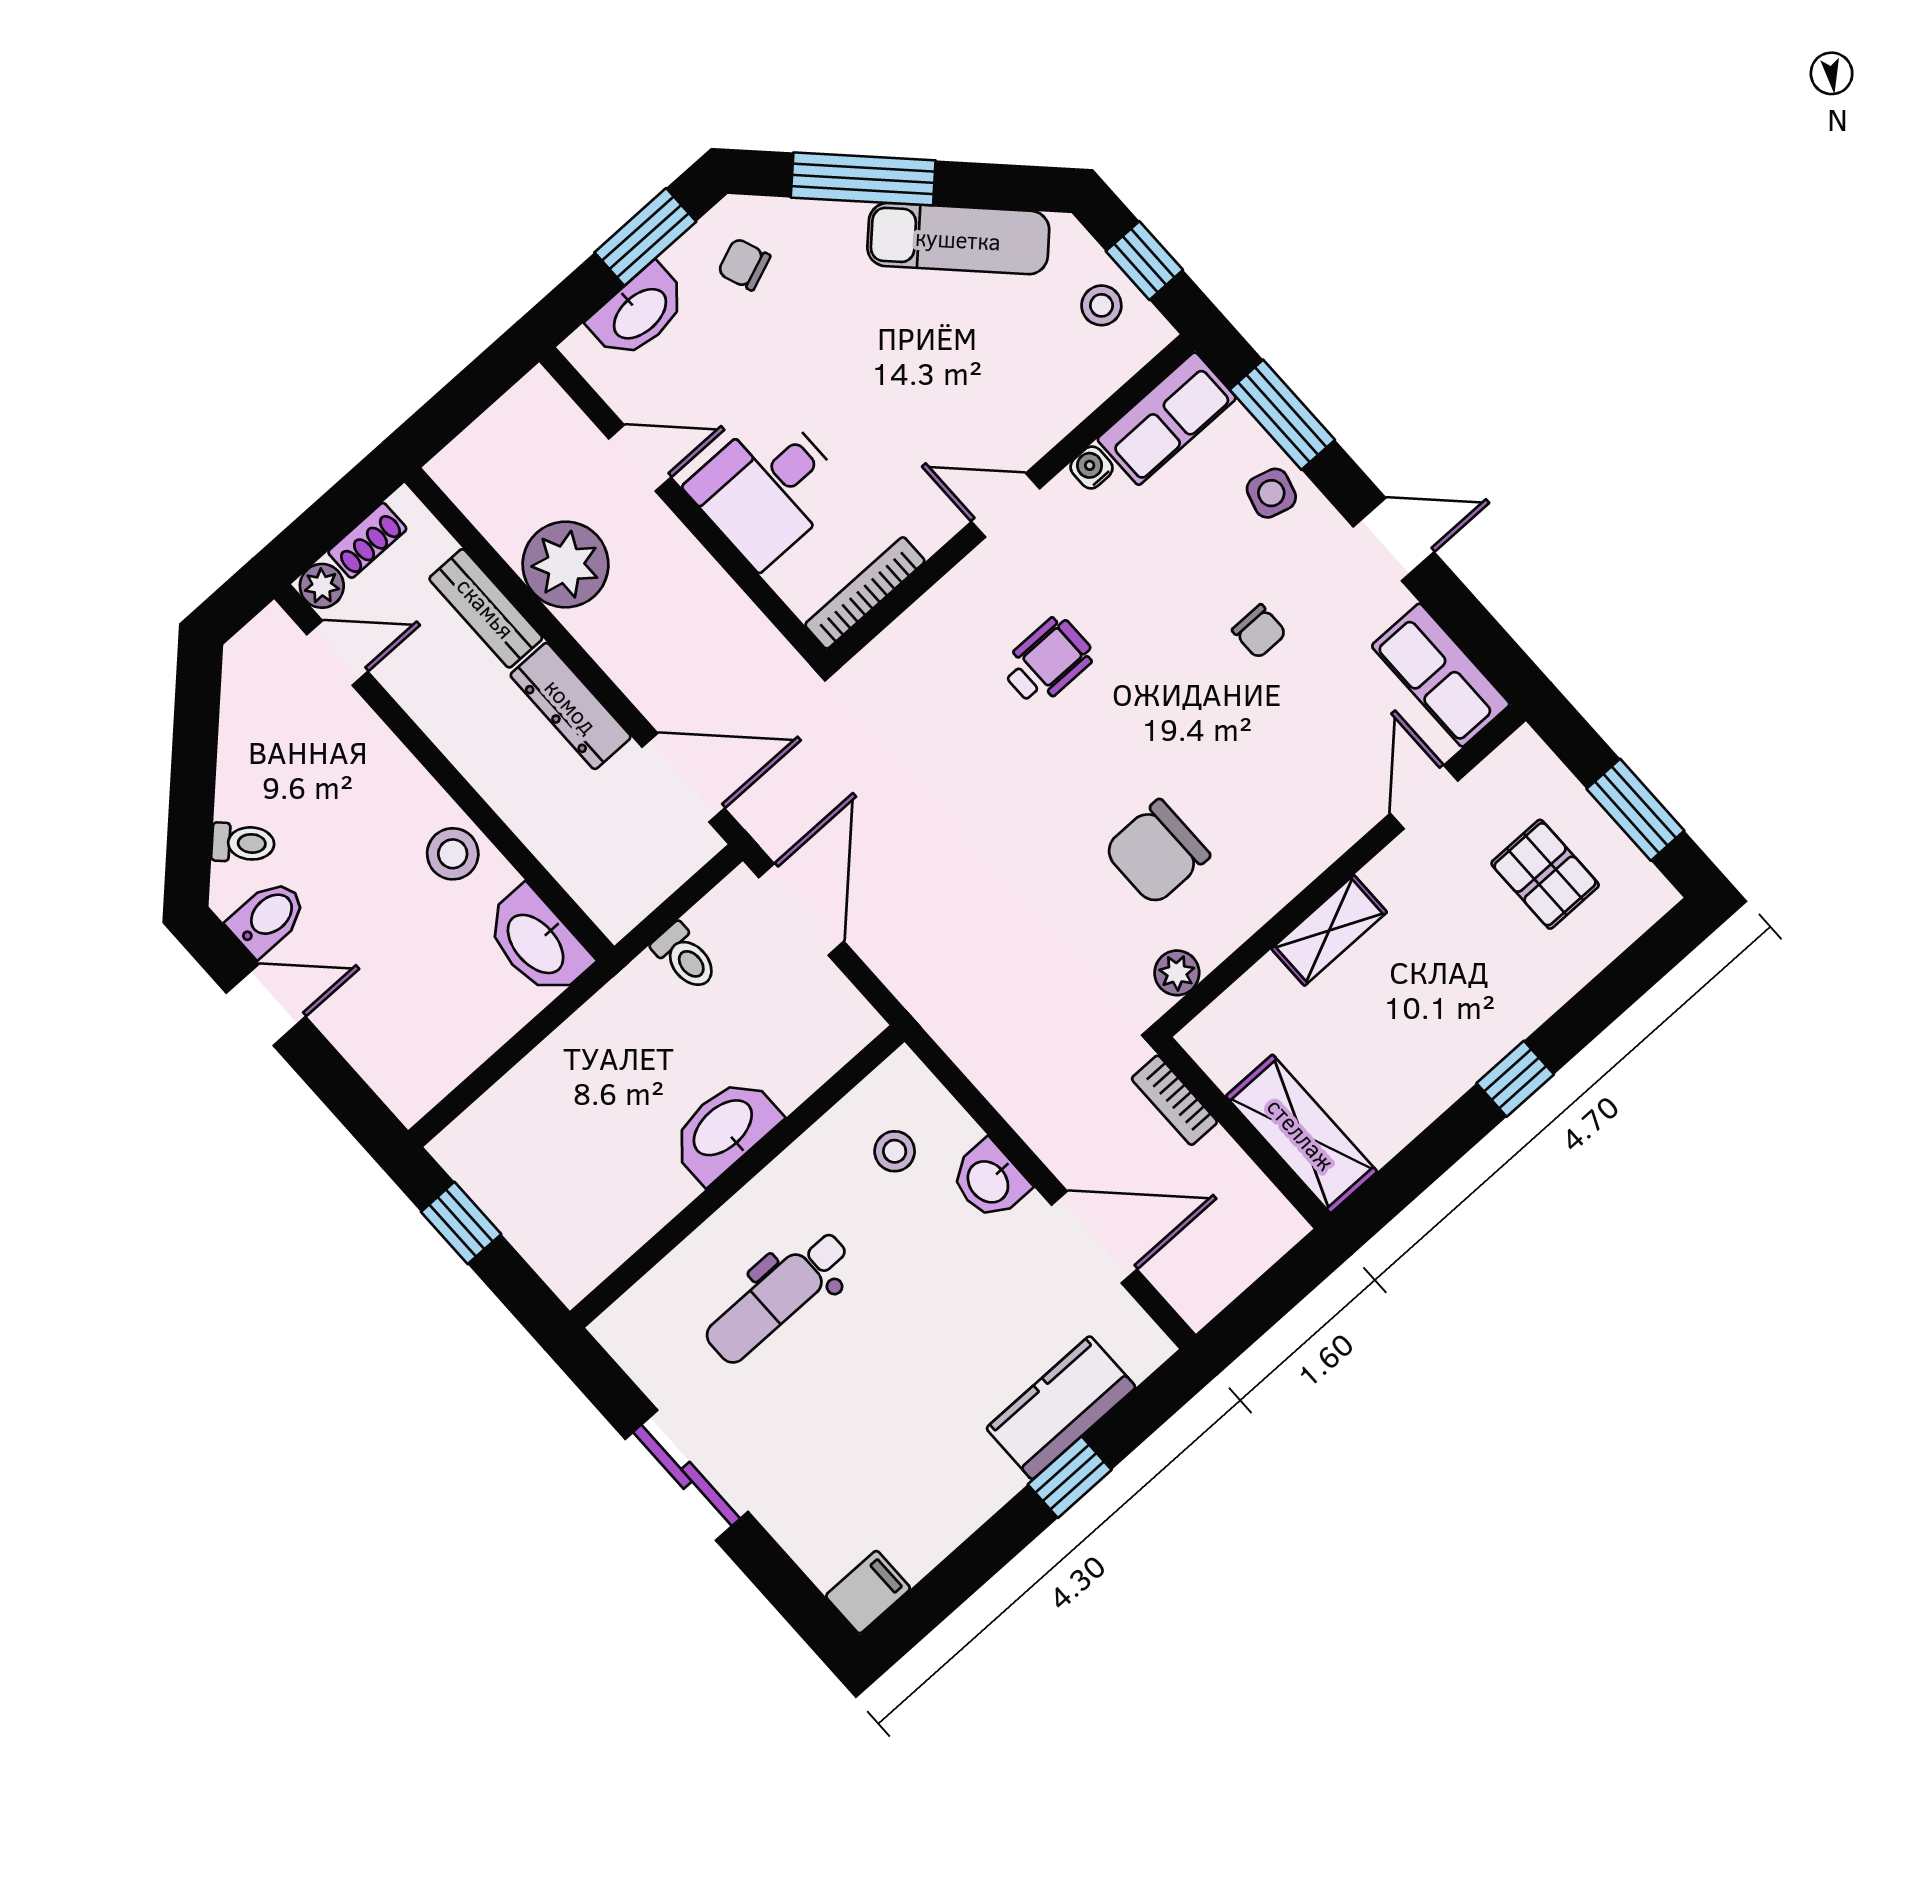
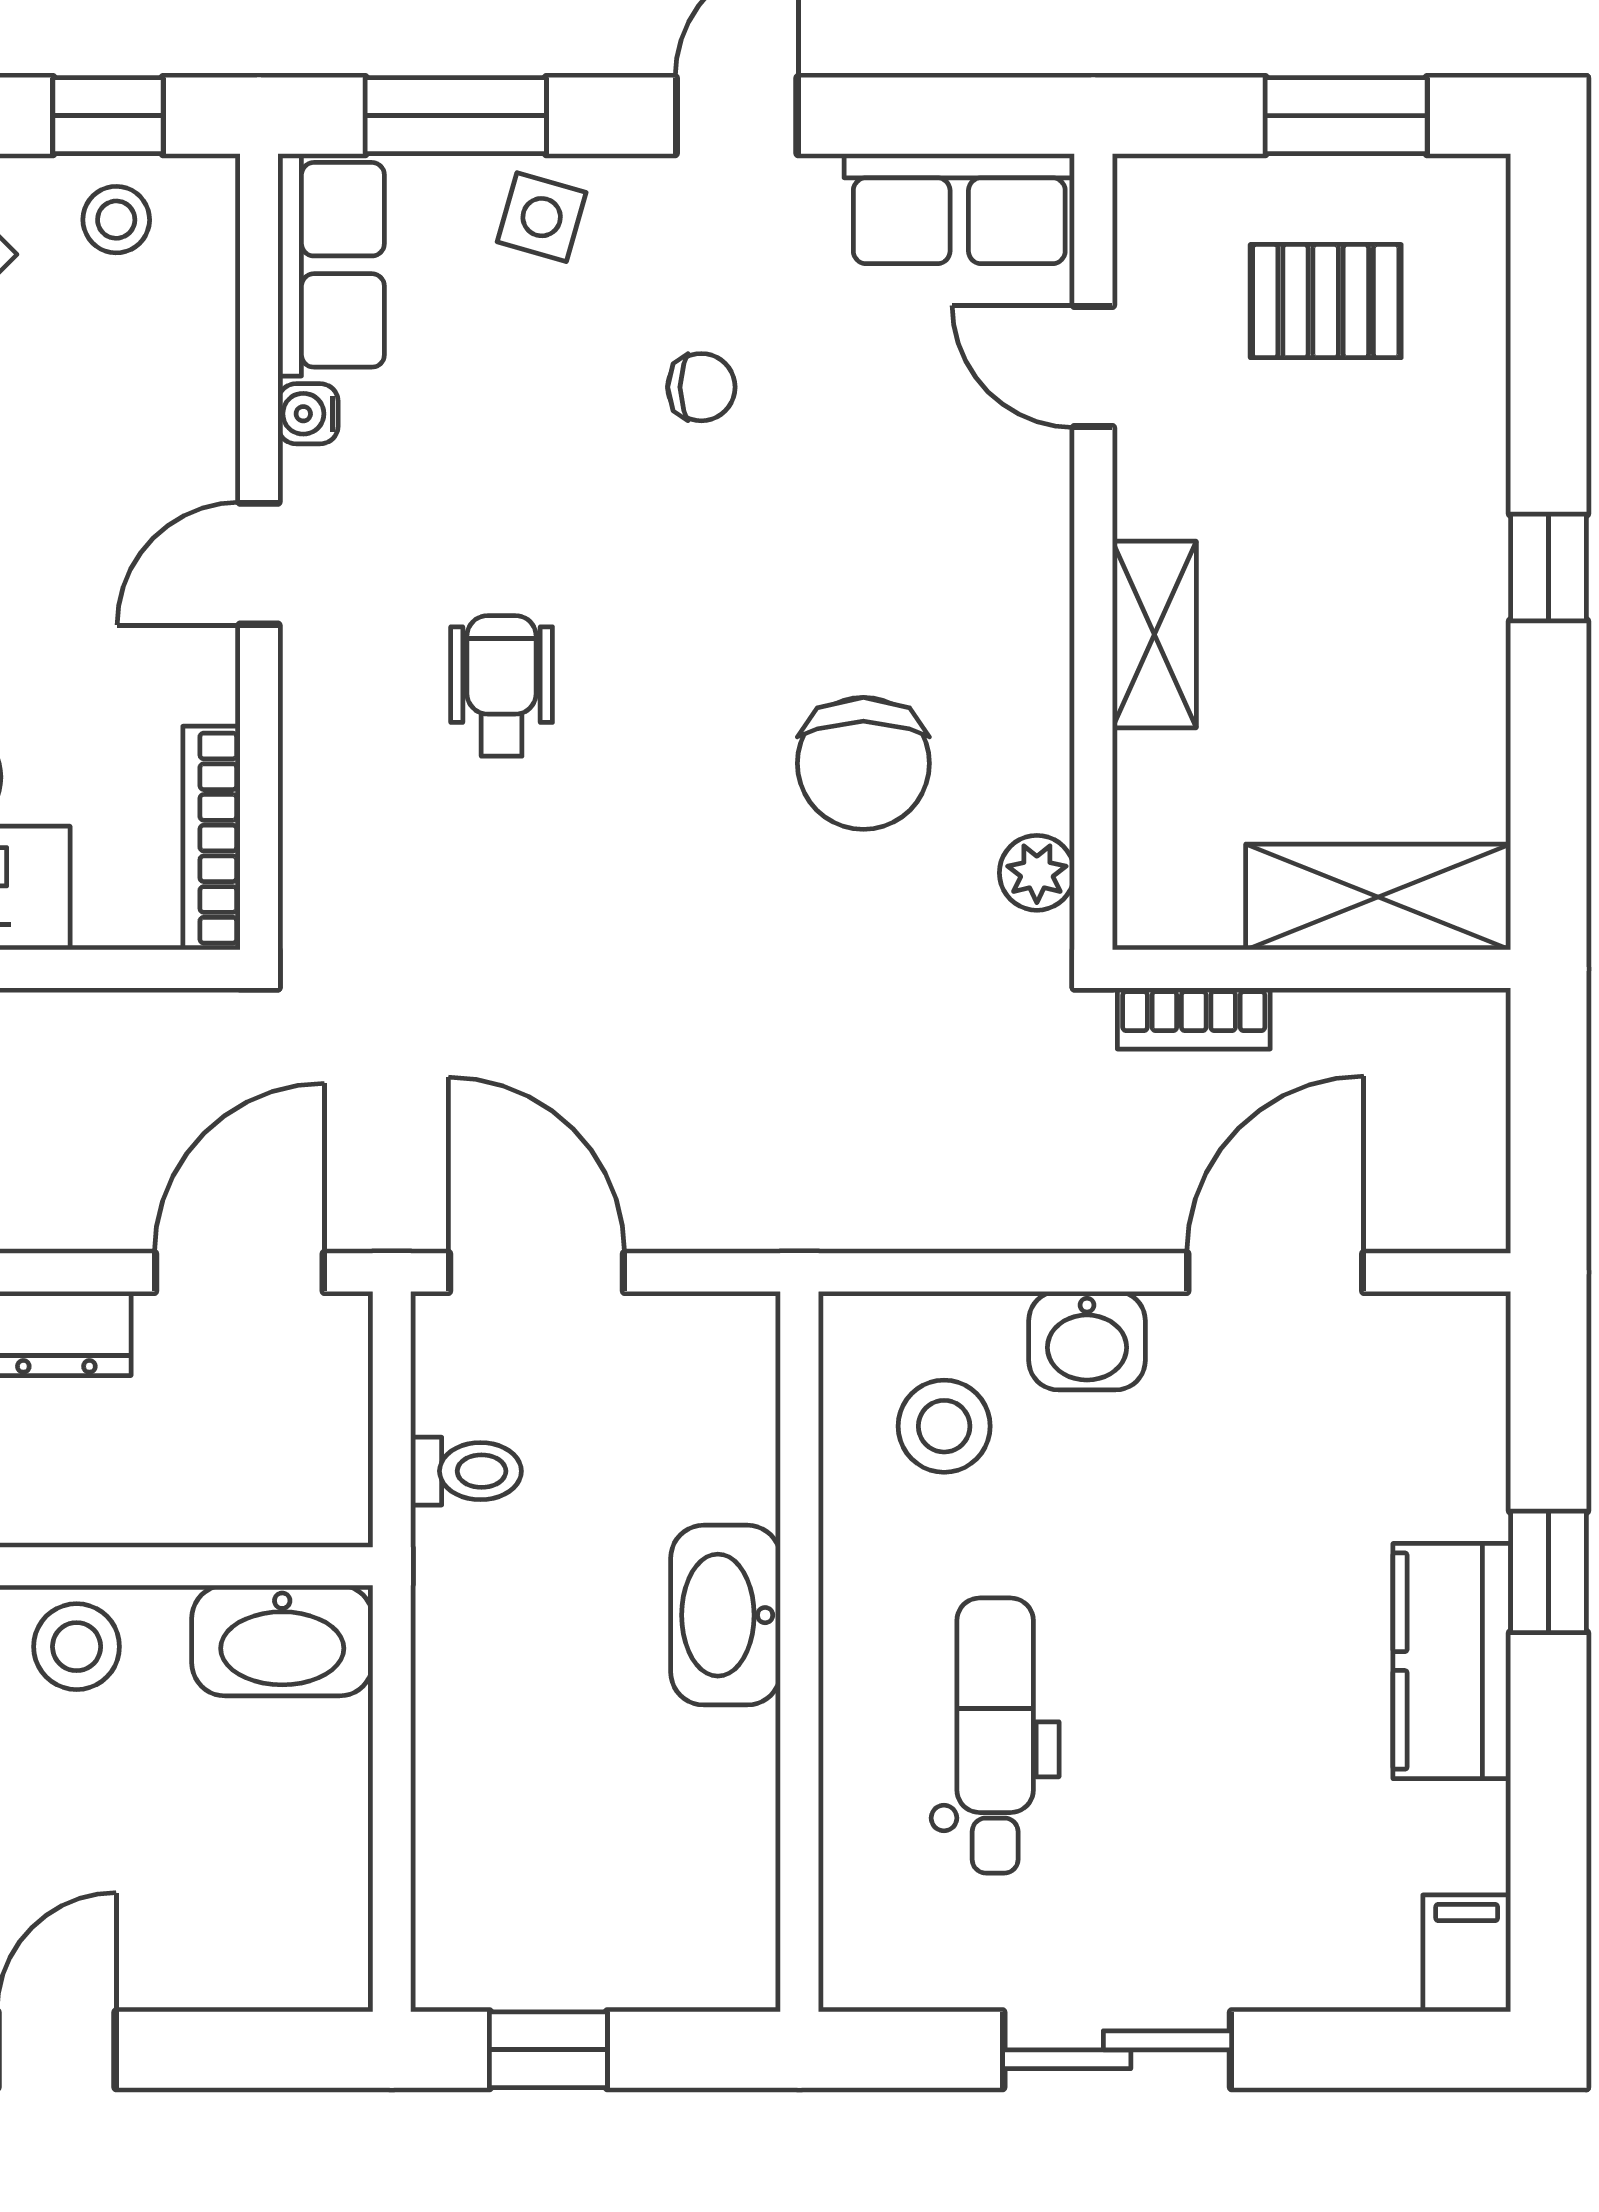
stool: (895, 1151) -> (944, 1426), width x1.37, depth x1.37
dental chair: (778, 1297) -> (995, 1736), turned 180
kitchen counter: (1061, 1408) -> (1452, 1661), moved

